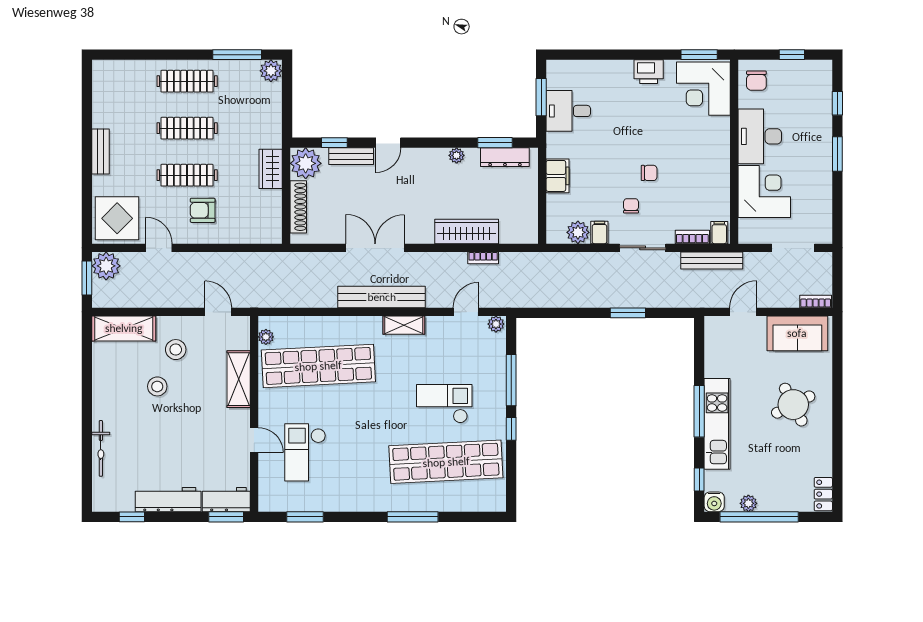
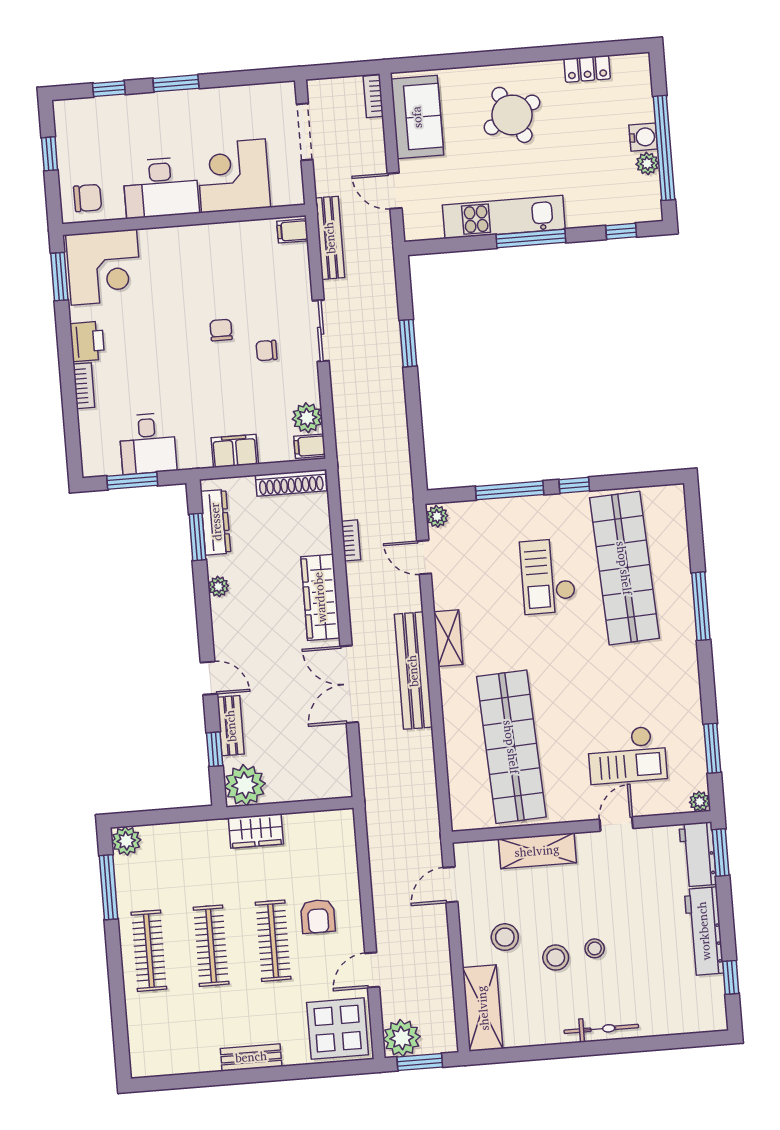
shoe rack: (298, 207) -> (291, 483), moved, turned 180
wardrobe: (467, 231) -> (320, 597), moved
filing cabinet: (599, 232) -> (310, 446), moved
bookcase: (692, 237) -> (84, 386), moved, turned 180
plant: (266, 337) -> (700, 802), moved
stool: (162, 416) -> (595, 948), added
kitchen unit: (717, 424) -> (504, 217), moved
bicycle: (101, 448) -> (601, 1029), moved
locker: (823, 494) -> (587, 69), moved
water cooler: (714, 502) -> (643, 137), moved

